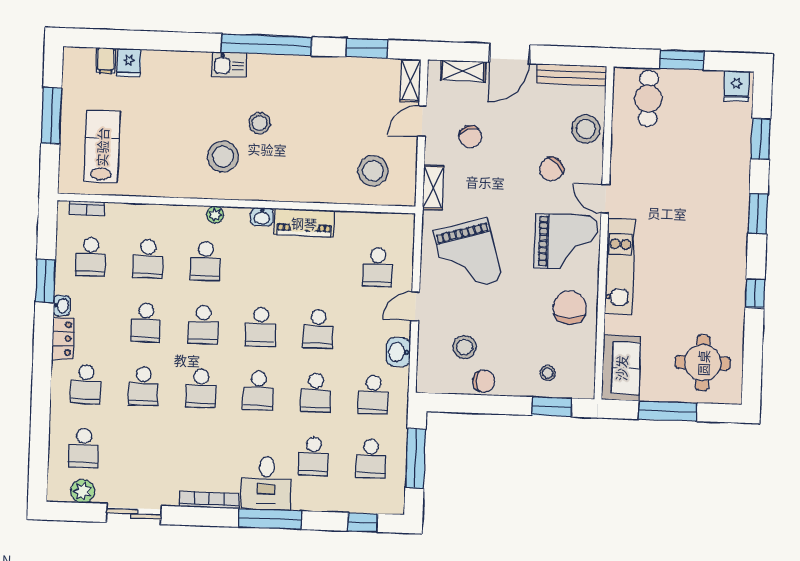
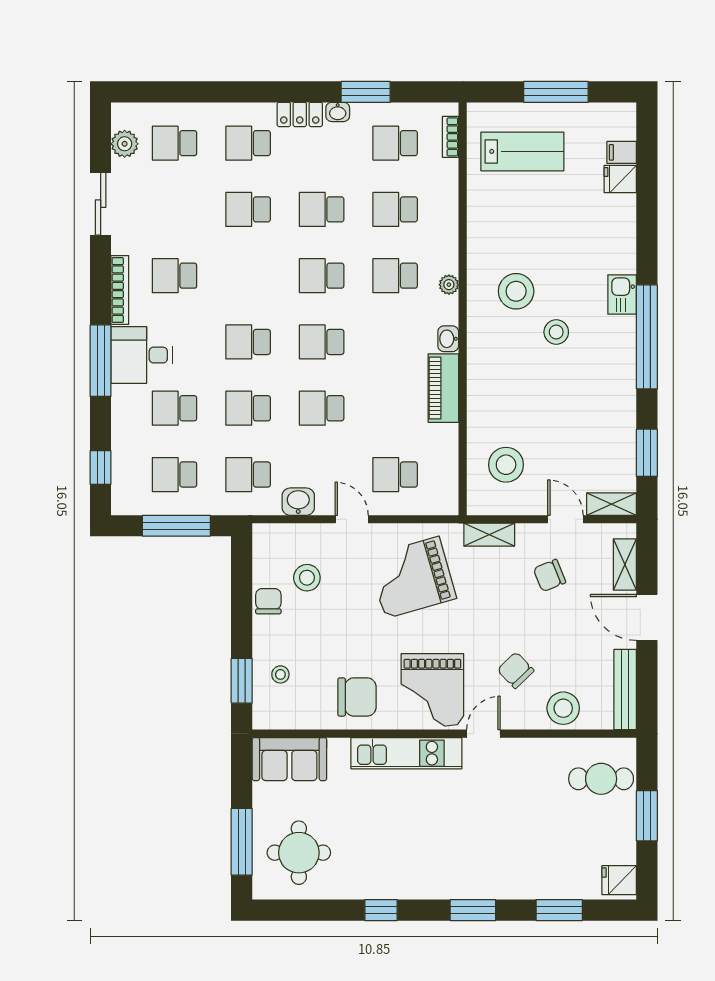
chair: (484, 381) -> (268, 601), turned 180
school desk: (201, 388) -> (175, 276), moved
window: (668, 411) -> (242, 842), moved

